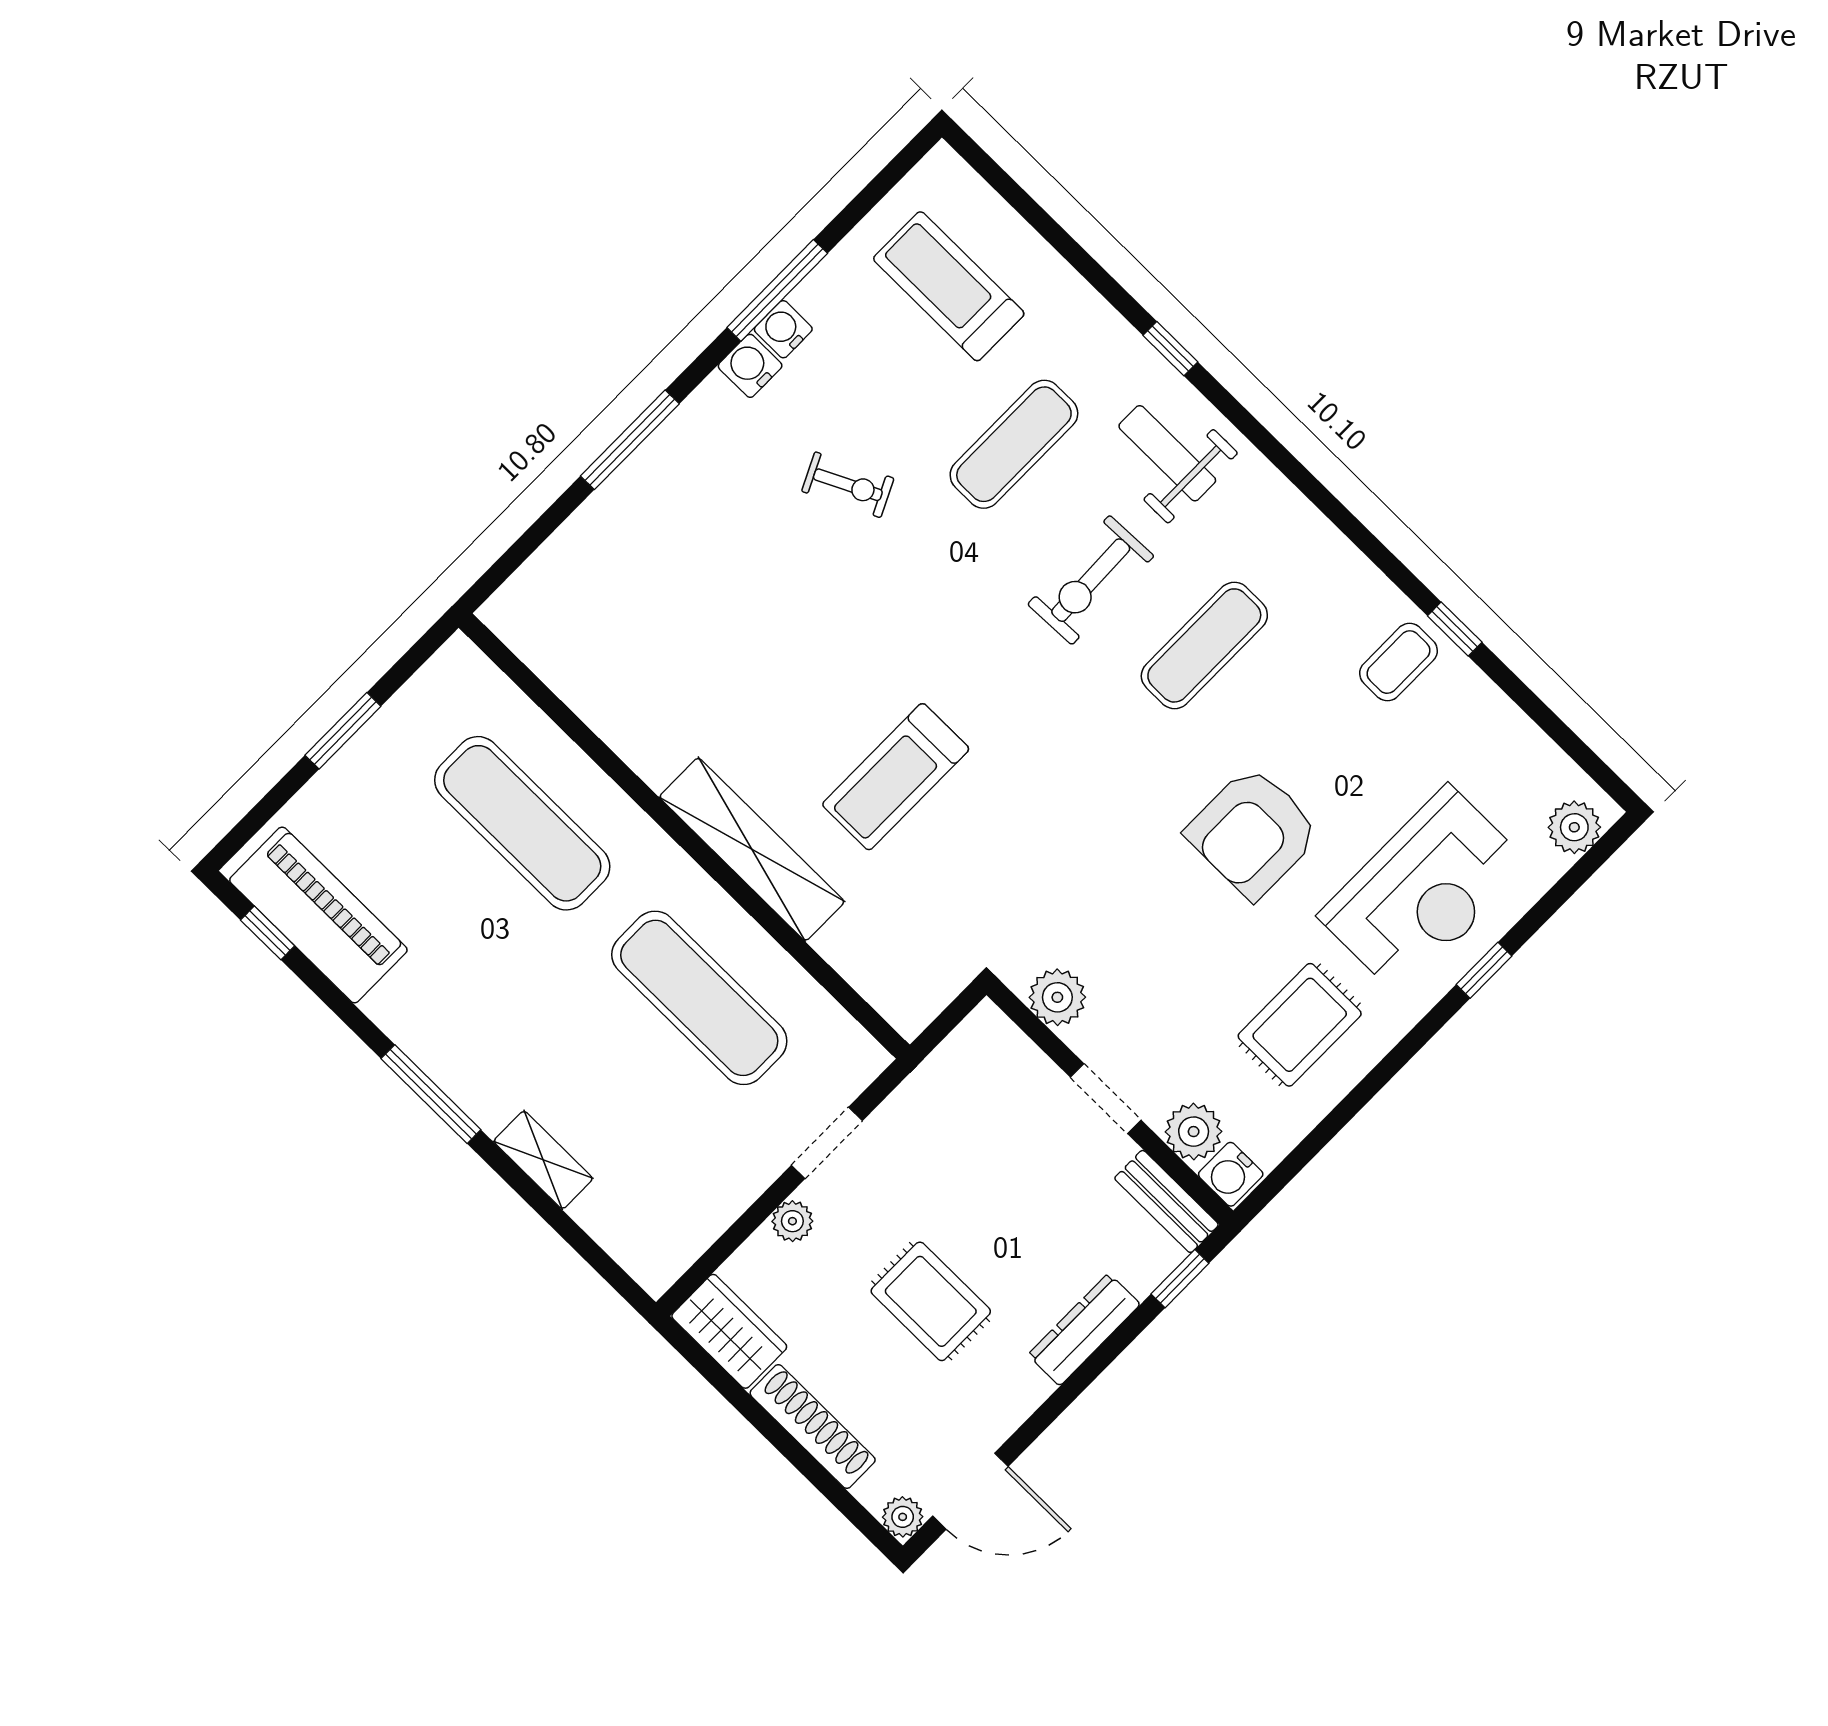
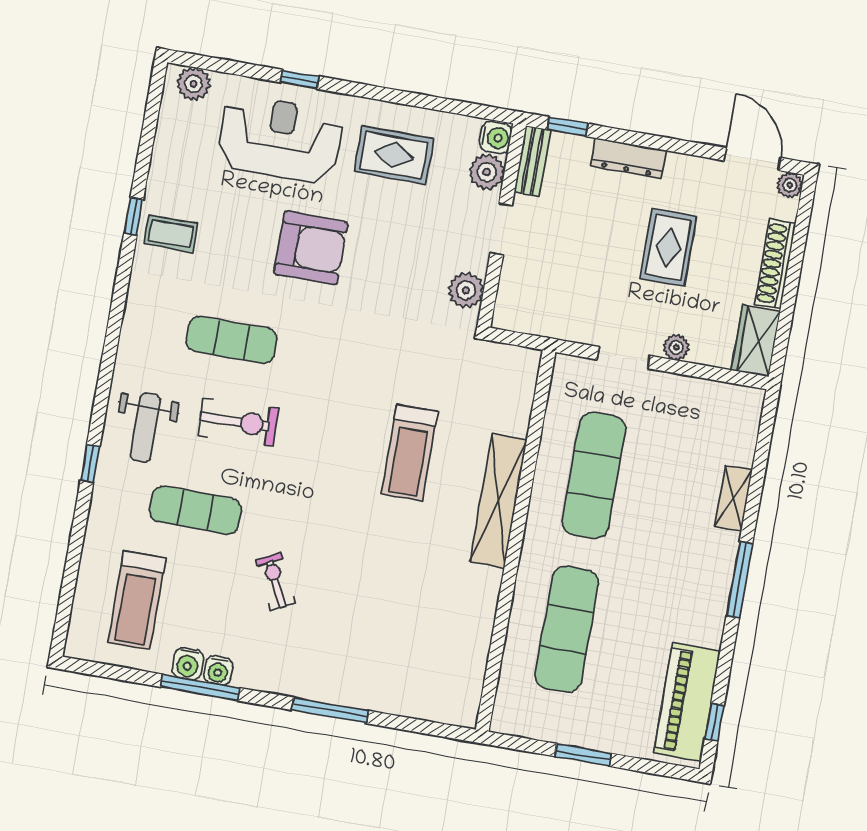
water cooler: (750, 366) -> (188, 664), moved
treadmill: (896, 777) -> (409, 453), turned 90

